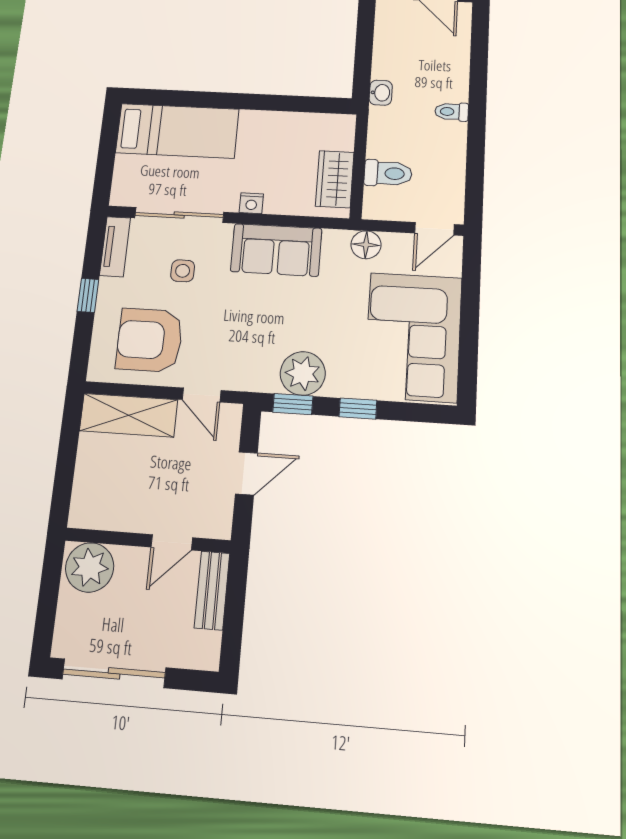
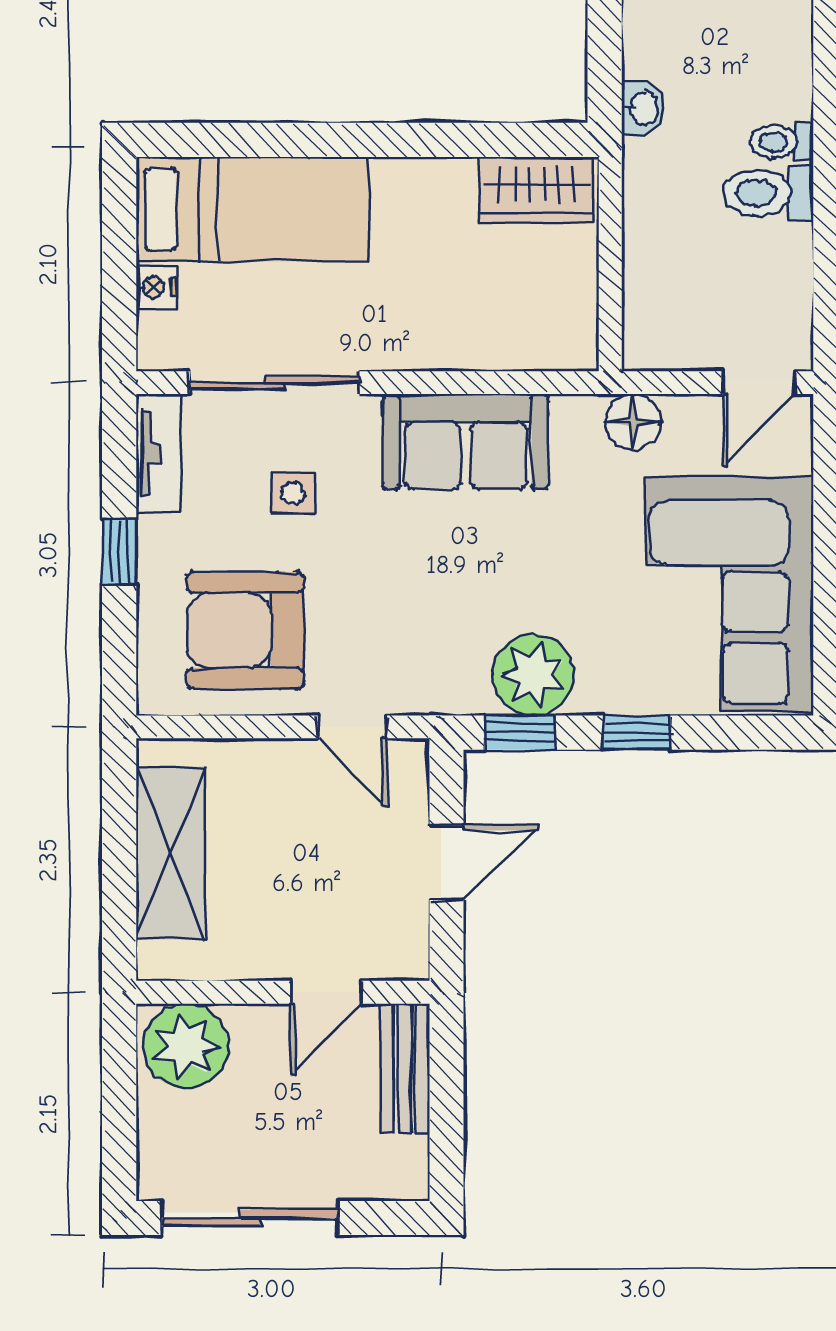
toilet: (388, 173) -> (769, 193), moved, turned 180
wardrobe: (335, 179) -> (537, 190), moved, turned -90
nightstand: (251, 203) -> (156, 288), moved, turned 90
shelving: (129, 415) -> (171, 853), moved, turned 90

